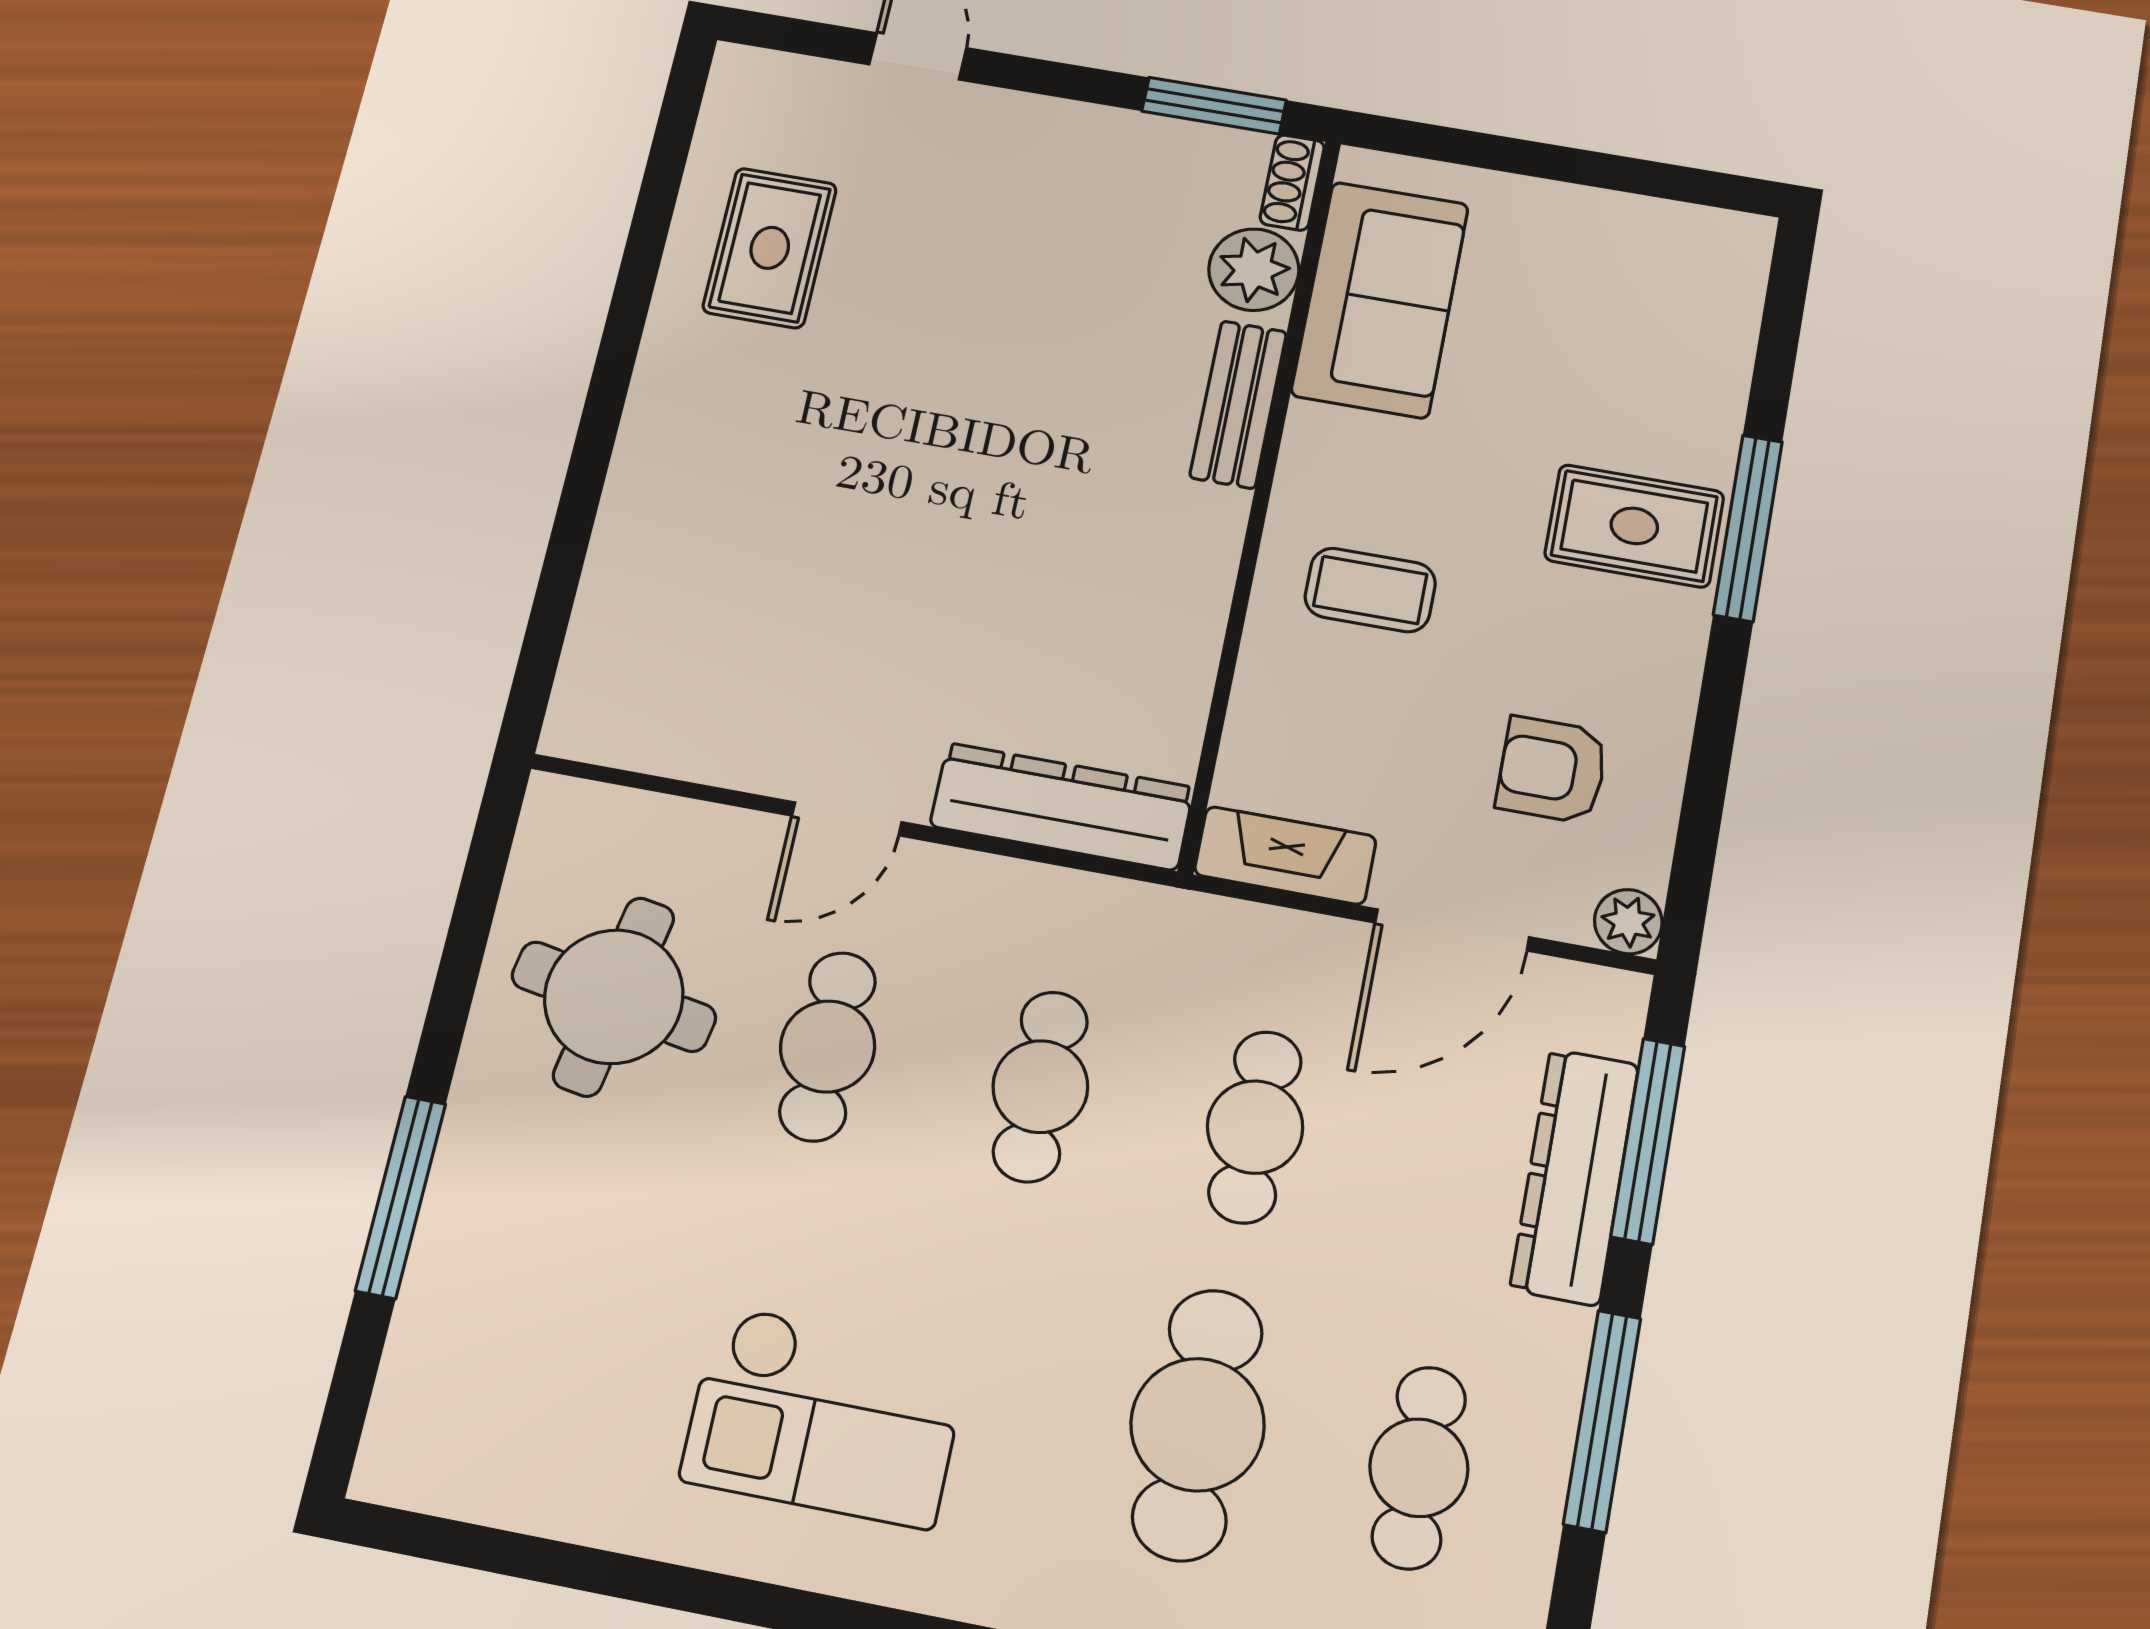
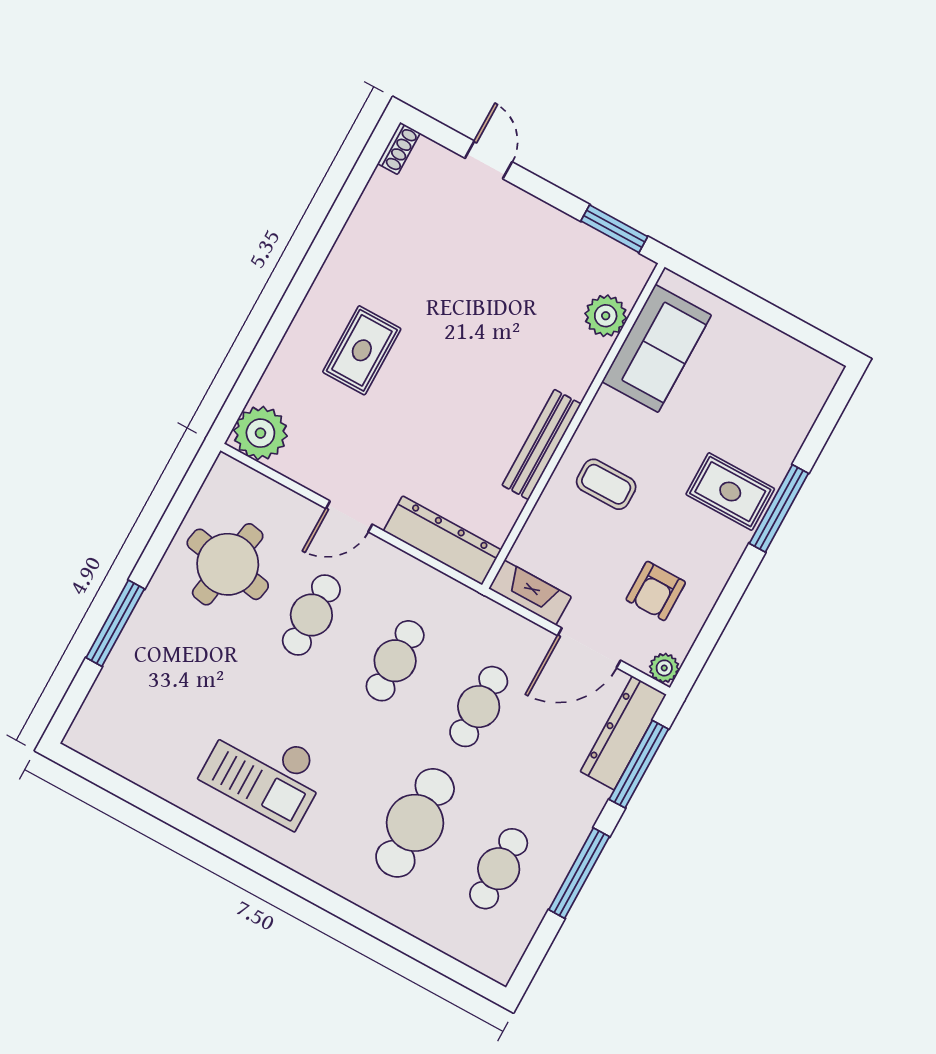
shoe rack: (1292, 183) -> (399, 148), moved, turned 180
rug: (770, 248) -> (362, 350), moved
bench: (1238, 404) -> (542, 445), moved, width x1.36
plant: (607, 709) -> (260, 433), added
armchair: (1552, 770) -> (656, 591), turned -90
dresser: (1575, 1177) -> (623, 733), moved

